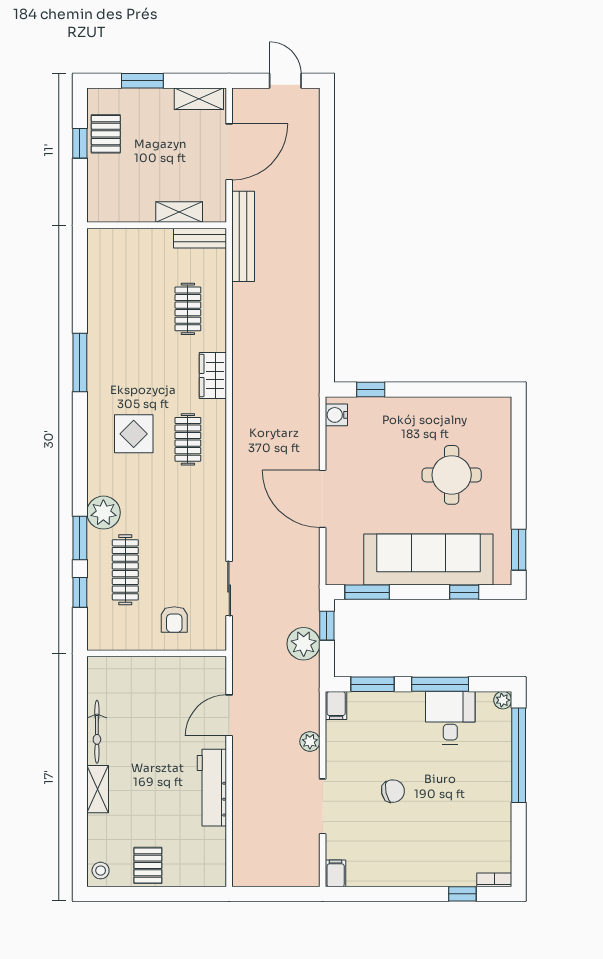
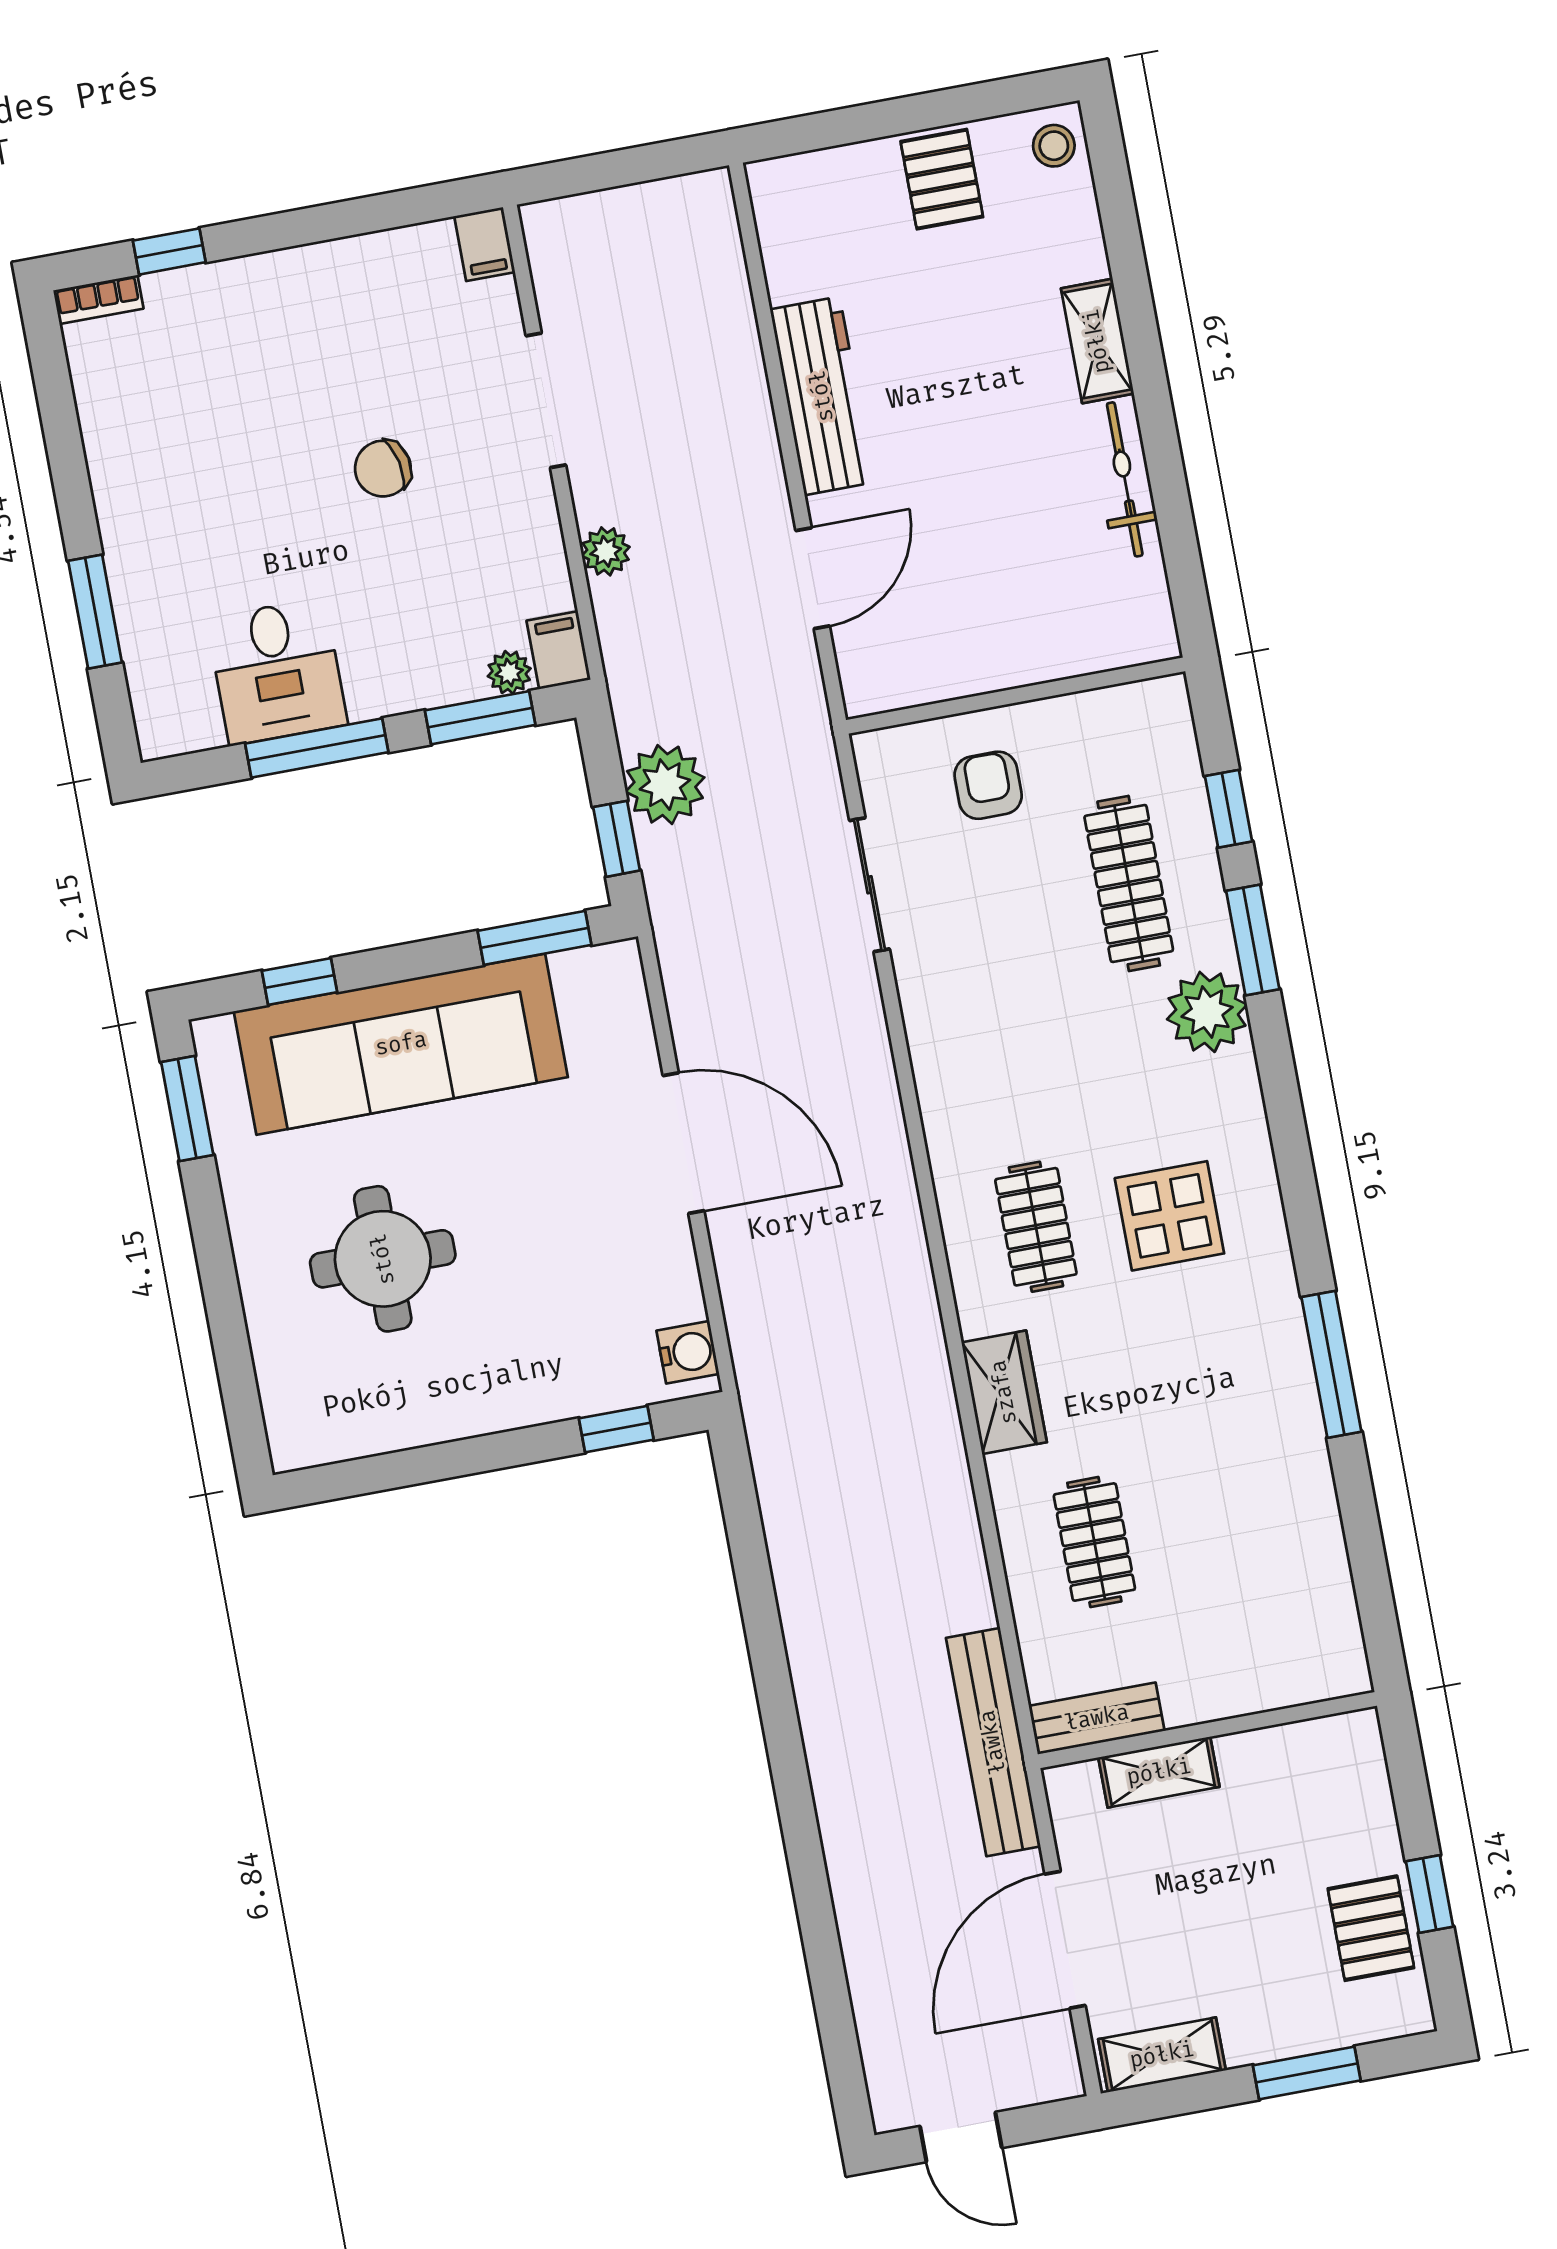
plant: (503, 700) -> (509, 672), moved
window: (519, 755) -> (95, 612), width x0.47

